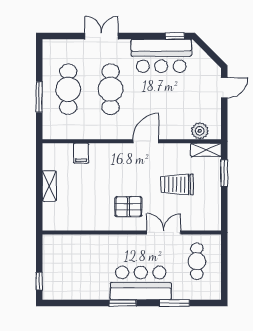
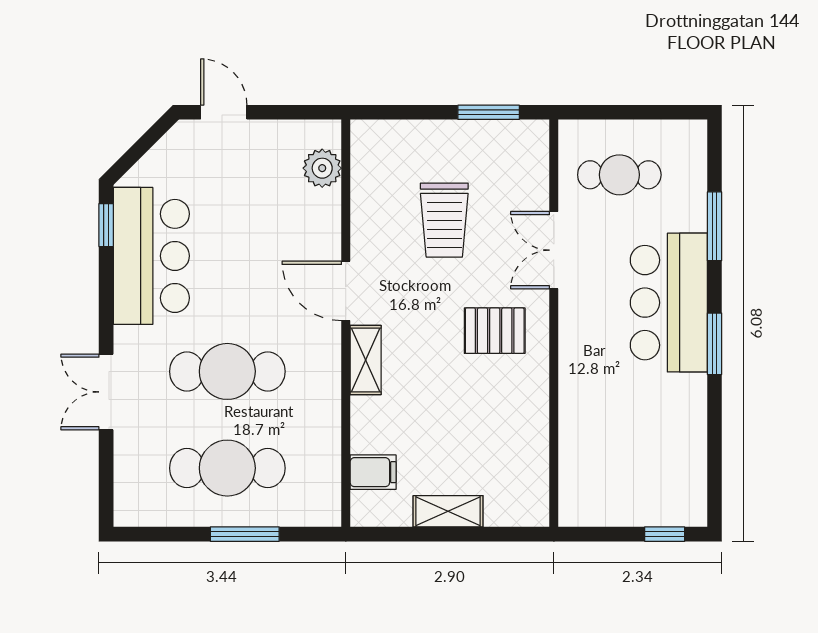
shelving: (206, 150) -> (366, 360), moved
filing cabinet: (81, 153) -> (373, 472), moved
window: (224, 173) -> (489, 112), moved
pallet: (128, 207) -> (495, 331), turned 90

